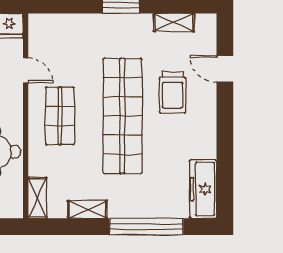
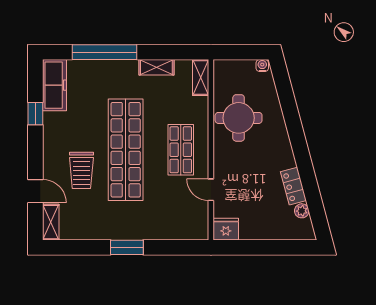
shelving: (174, 23) -> (51, 222), moved, turned 90
trolley: (173, 92) -> (81, 170), turned 180
window: (225, 157) -> (35, 114), added

